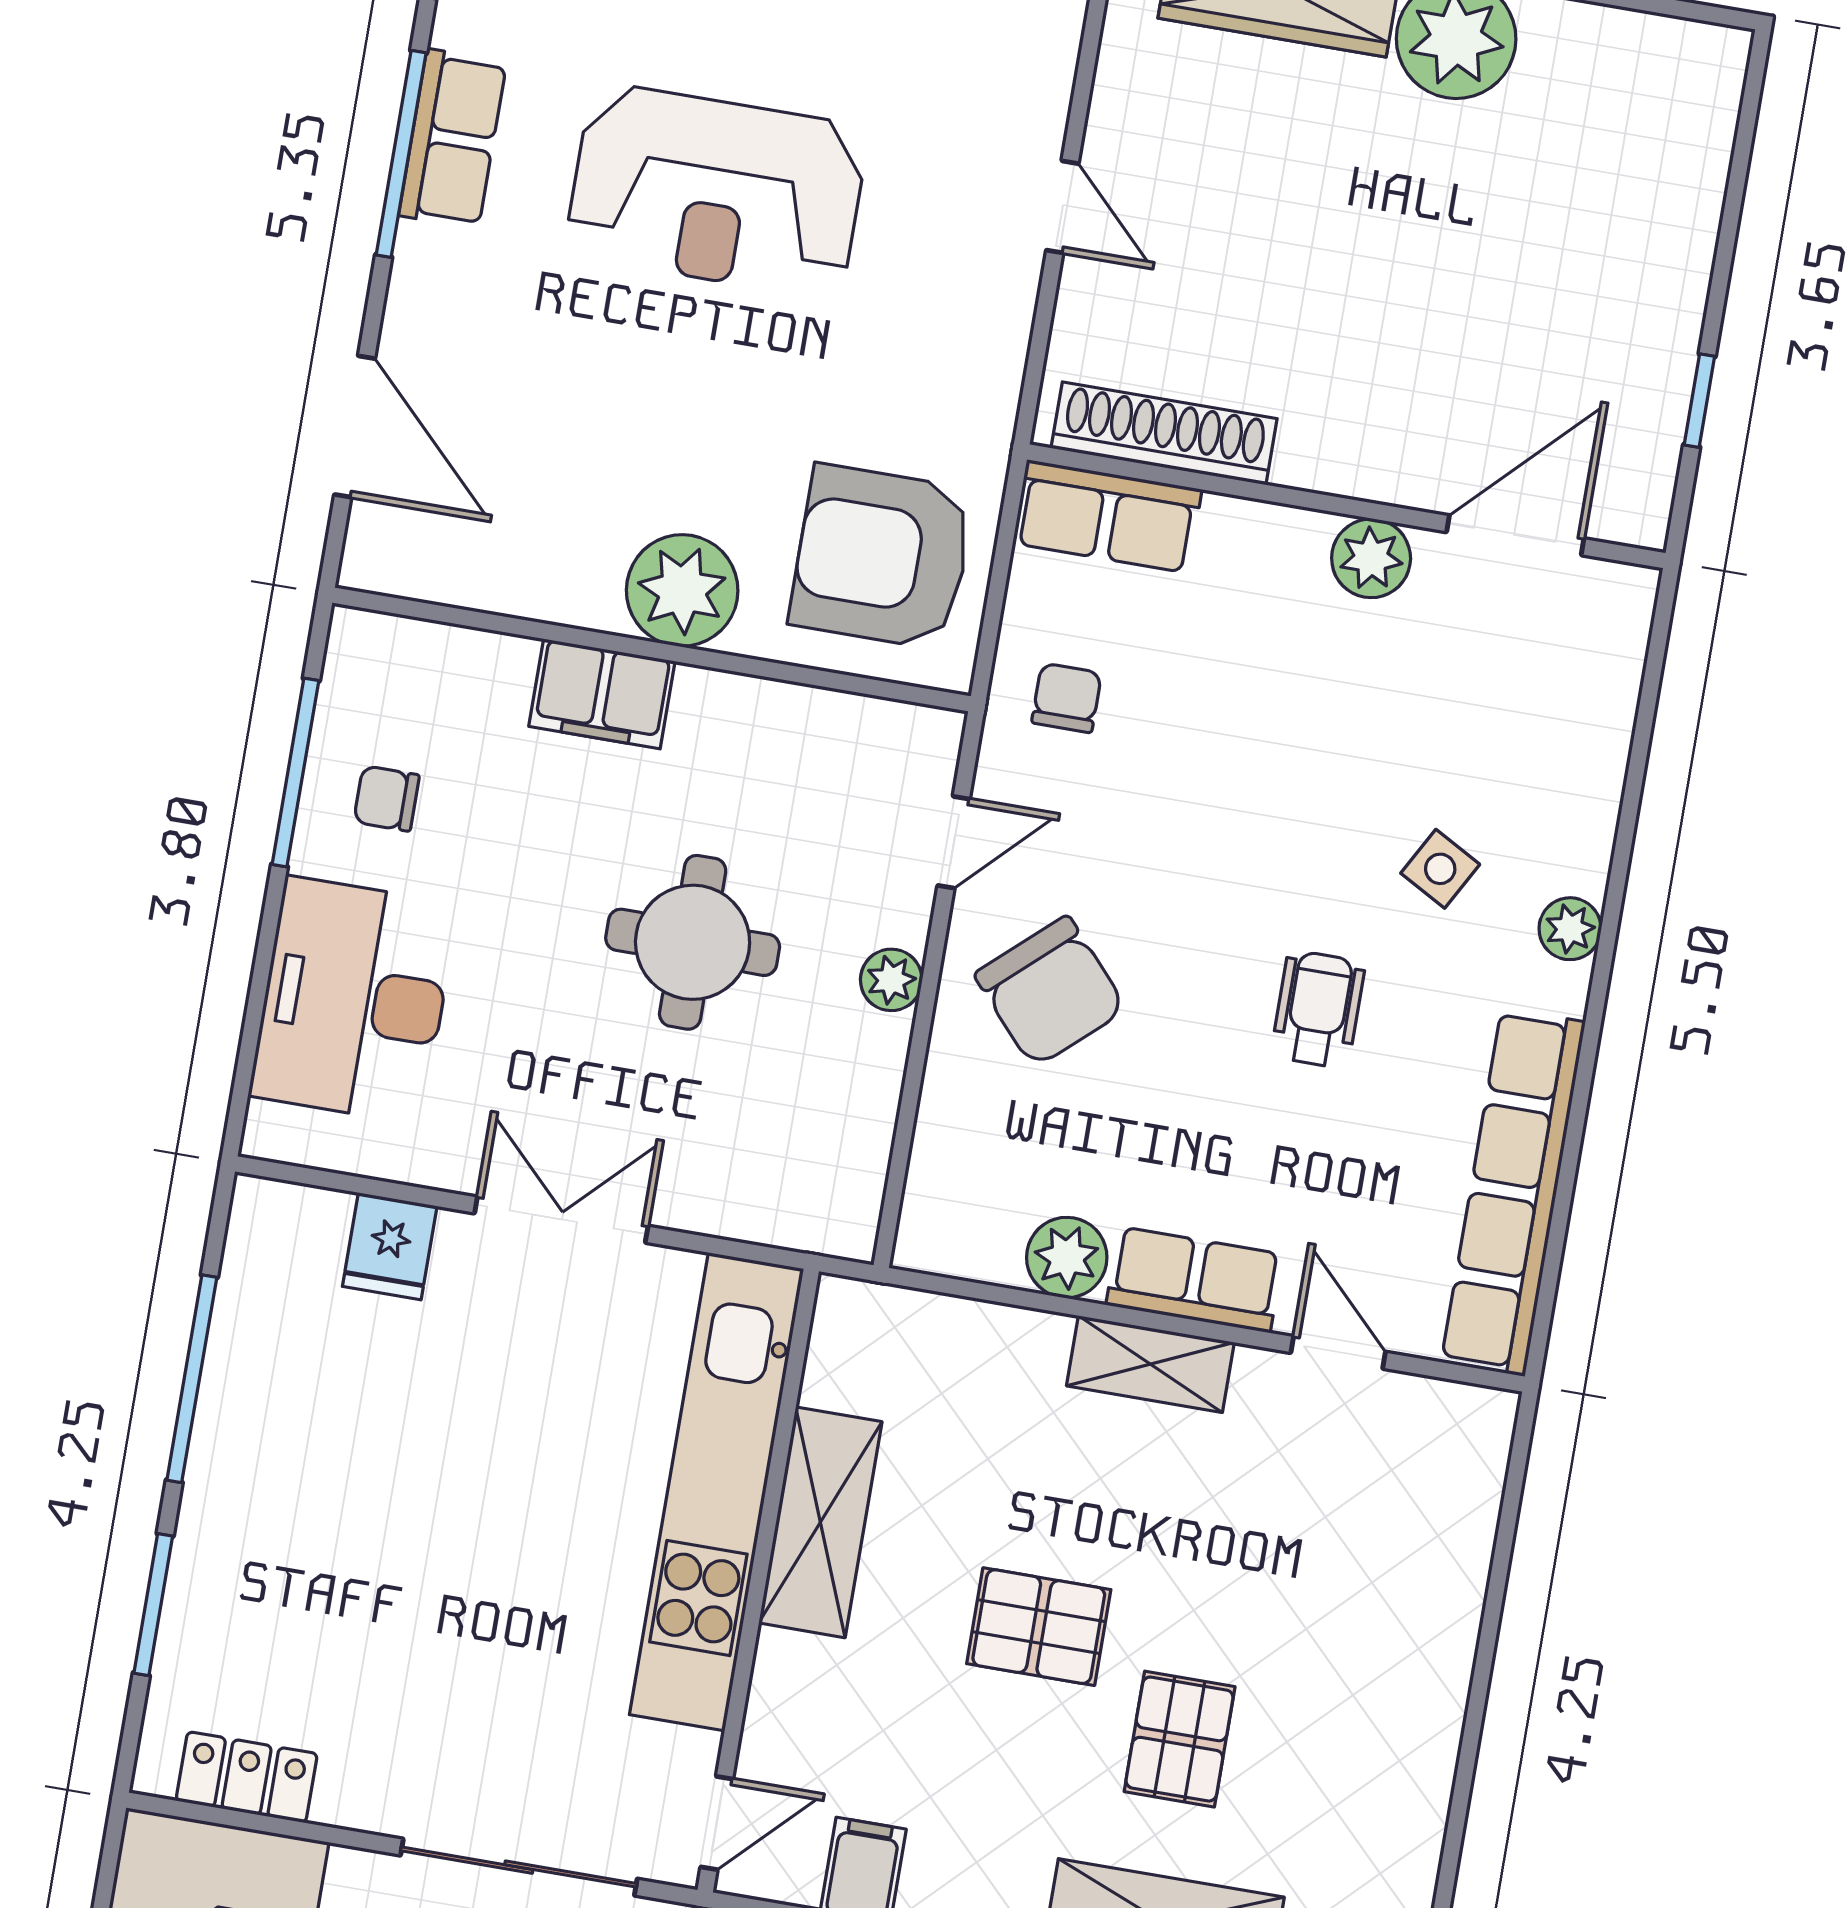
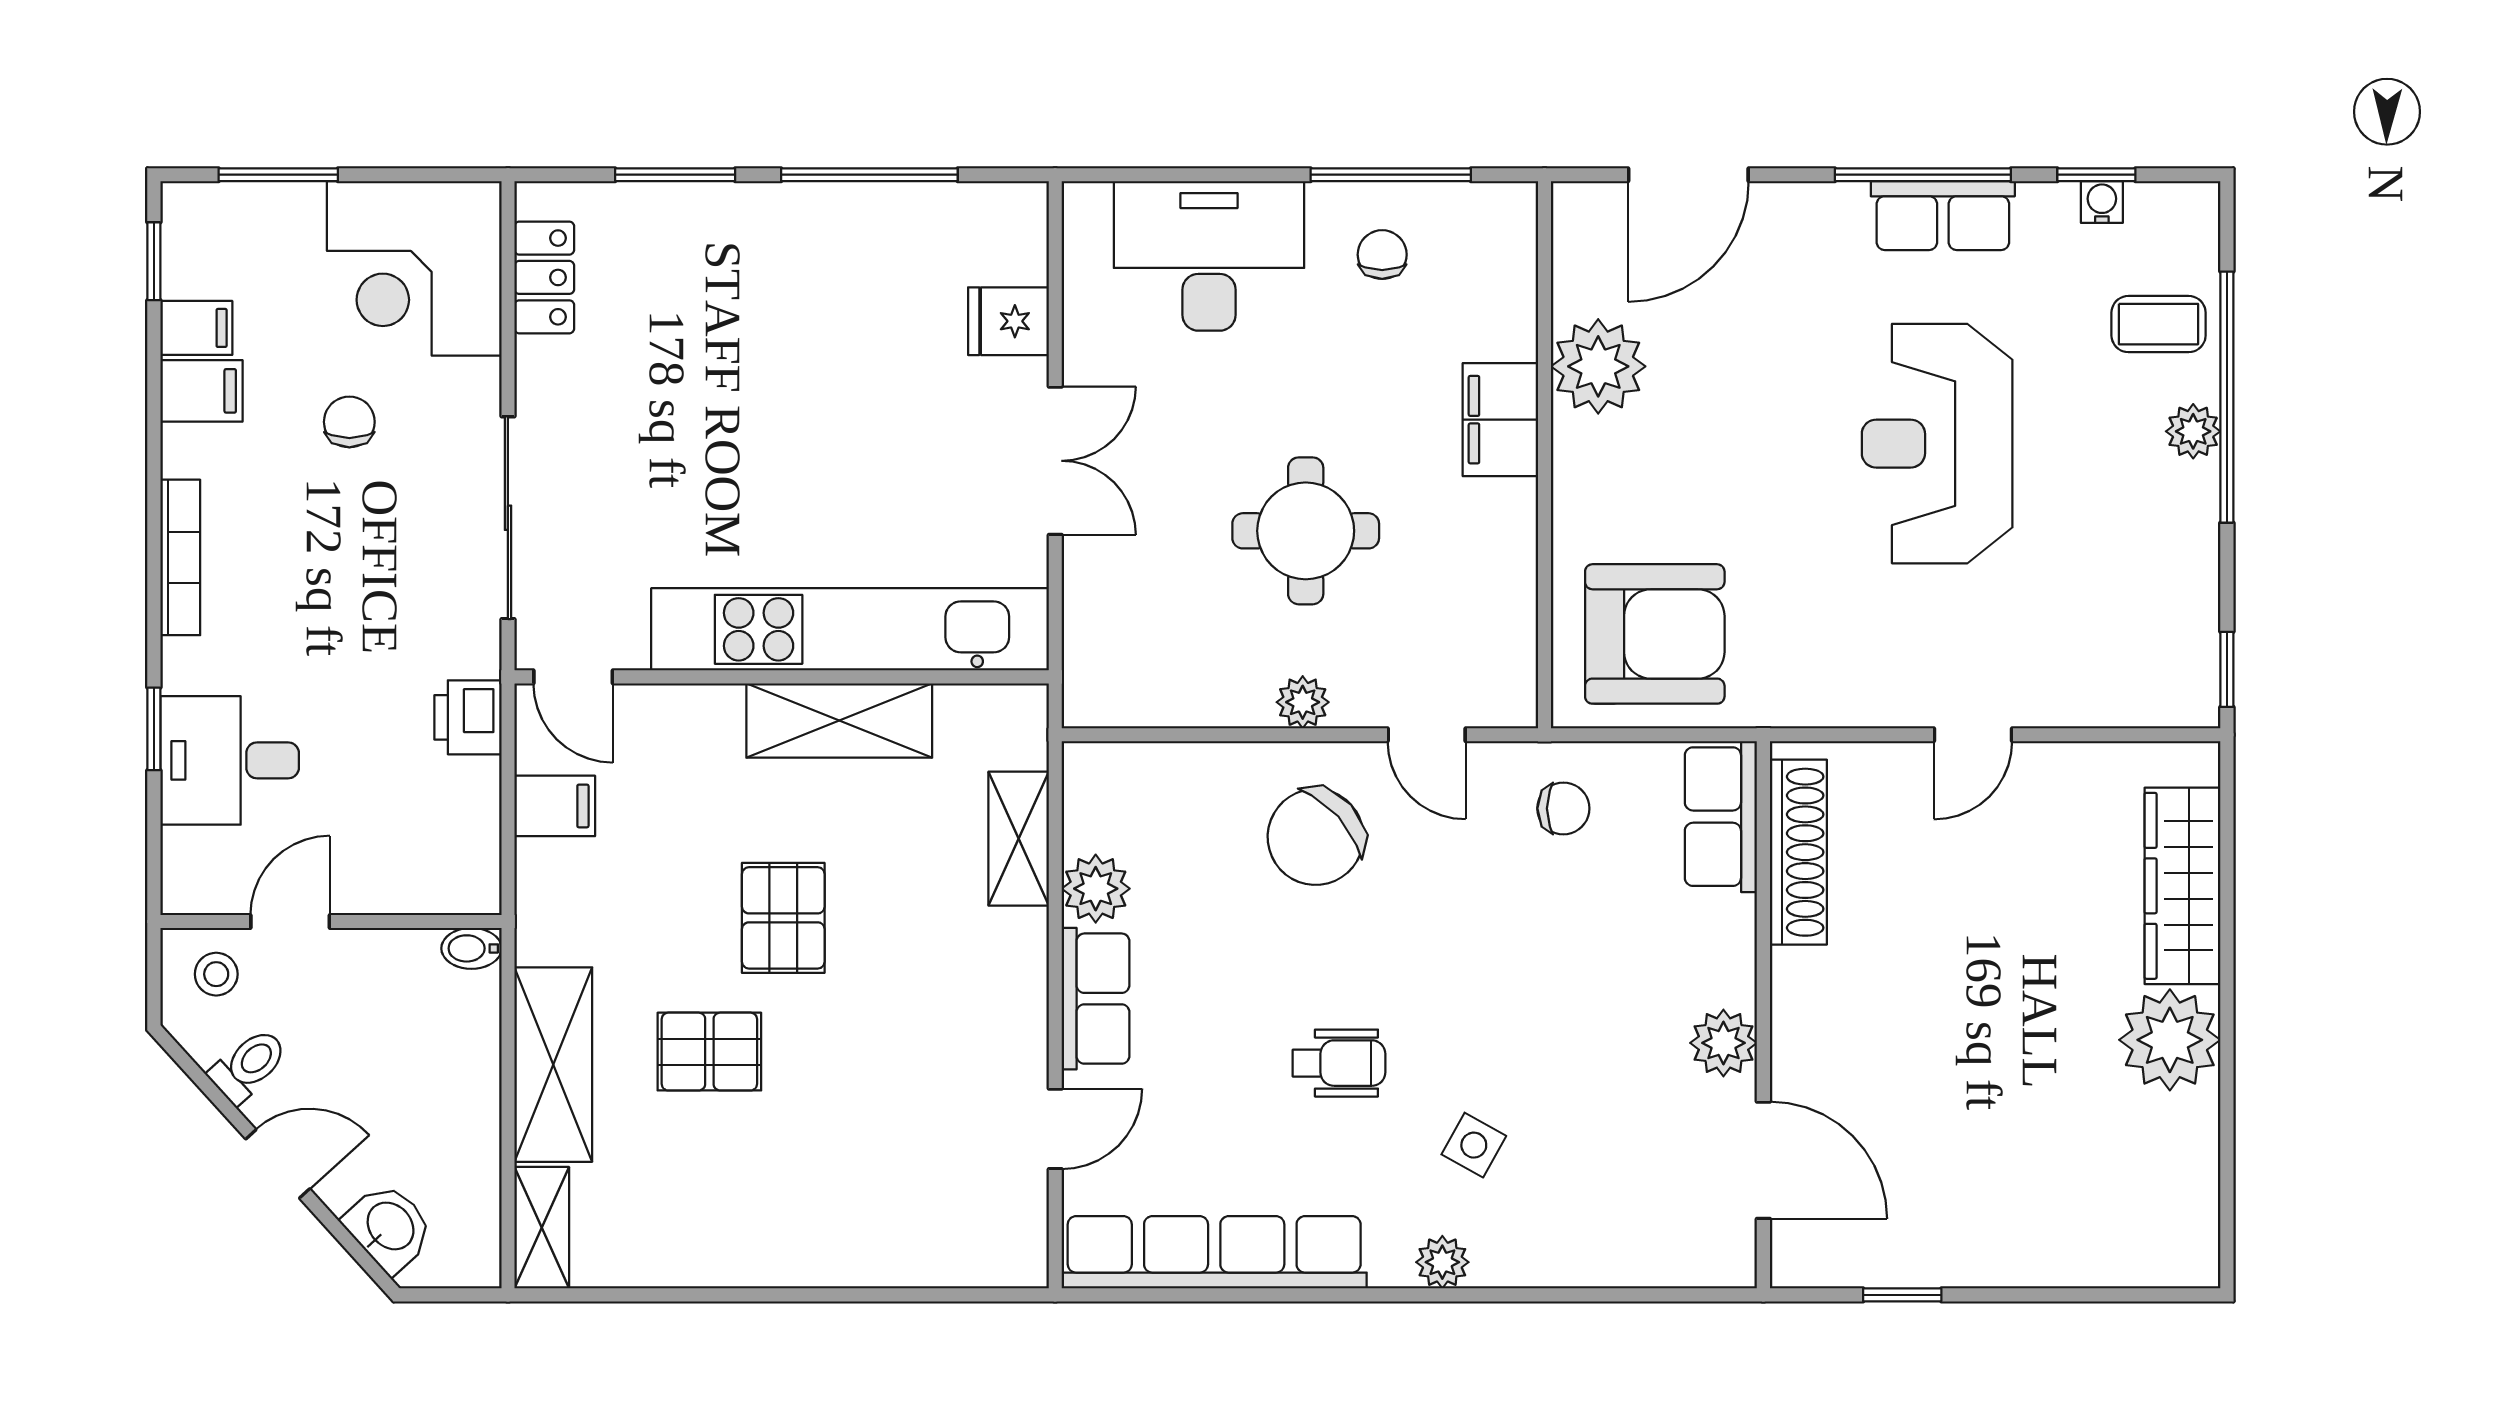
armchair: (882, 557) -> (1655, 634), turned 90
plant: (682, 590) -> (1598, 366), moved
shelving: (1150, 1364) -> (1019, 839), moved

